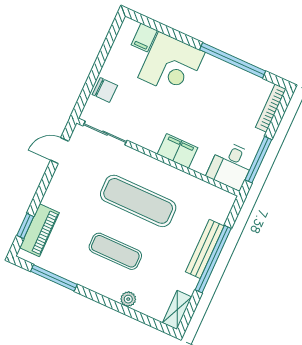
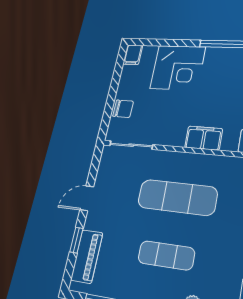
filing cabinet: (144, 38) -> (133, 55), moved
door: (59, 151) -> (87, 198), moved
window: (25, 226) -> (76, 240), moved

